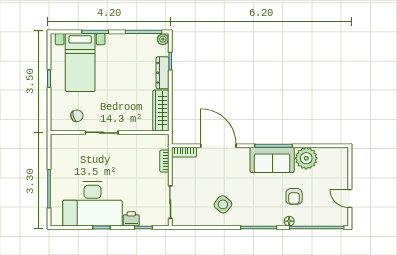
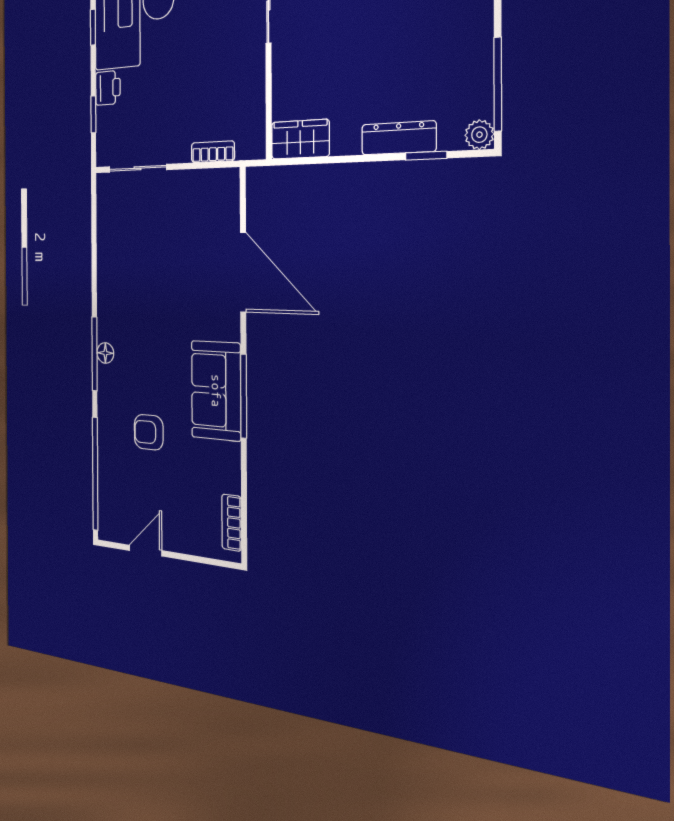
wardrobe: (161, 111) -> (300, 139), width x0.67
door: (218, 146) -> (243, 272), hinge flipped
bookcase: (184, 152) -> (232, 523), moved
plant: (306, 158) -> (219, 467), removed
side table: (223, 204) -> (134, 280), removed
floor lamp: (289, 221) -> (105, 353), moved

